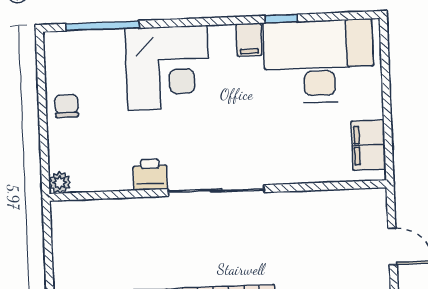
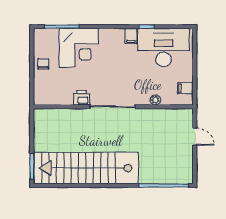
corner desk: (168, 68) -> (79, 48), moved
filing cabinet: (368, 145) -> (185, 88), width x0.50
plant: (60, 183) -> (155, 100), moved

